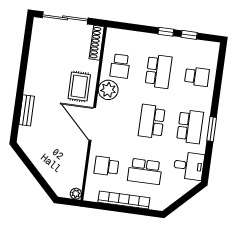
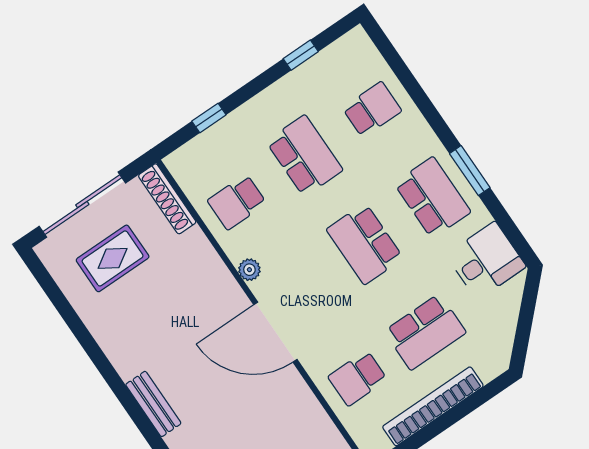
window: (166, 32) -> (209, 118), moved
school desk: (120, 66) -> (237, 202), turned 90
rug: (79, 87) -> (113, 258), moved, turned 90
plant: (108, 90) -> (249, 270), width x0.53, depth x0.53

